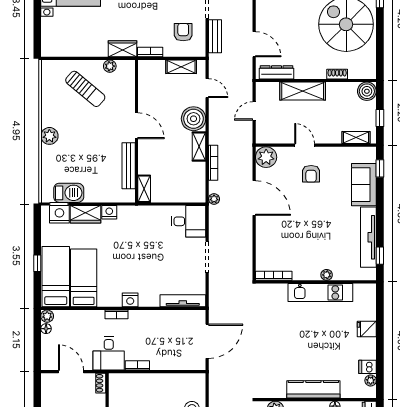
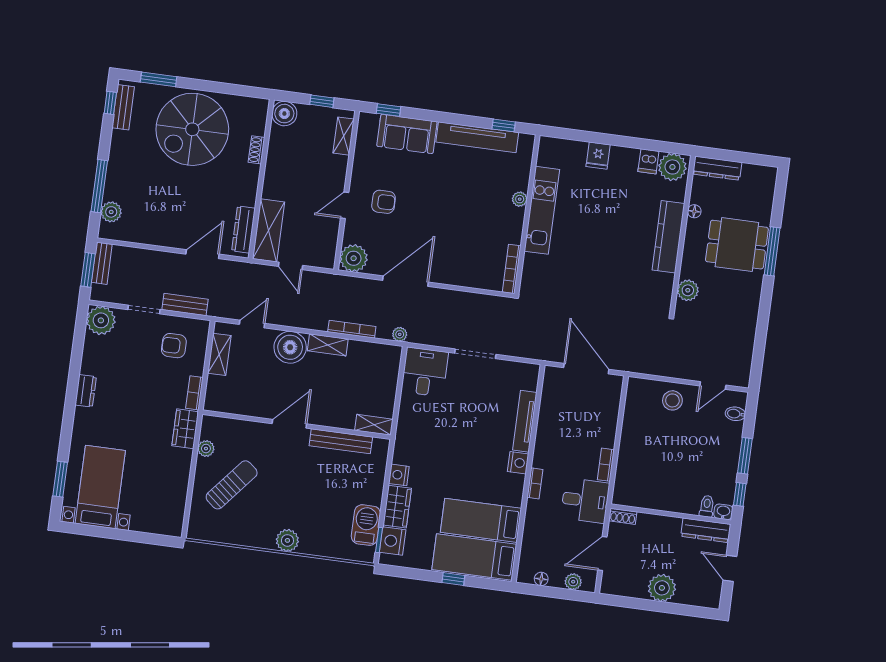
shelving: (303, 91) -> (269, 230), moved
tv unit: (183, 301) -> (525, 421), moved
plant: (47, 316) -> (573, 582), moved
plant: (371, 380) -> (672, 167), width x1.87, depth x1.87

